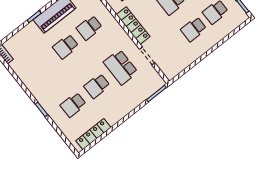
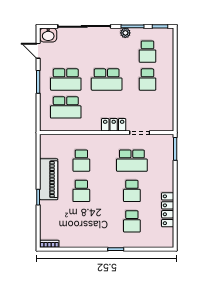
locker: (133, 26) -> (114, 125), width x0.66
locker: (93, 134) -> (168, 210), moved

